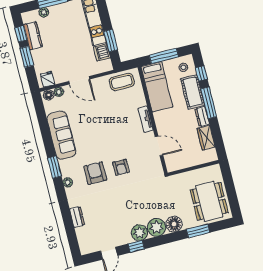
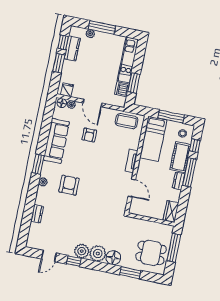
wardrobe: (206, 138) -> (171, 212), moved
armchair: (121, 167) -> (89, 135), moved
window: (229, 185) -> (174, 248), added
dining table: (209, 201) -> (151, 253), width x0.73

